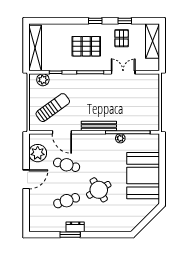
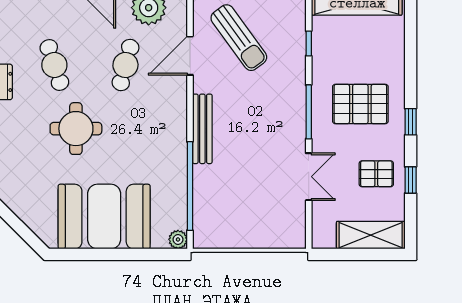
pallet: (86, 46) -> (360, 104), turned 90
plant: (43, 80) -> (294, 18), removed
plant: (120, 138) -> (178, 239), moved
round table: (99, 190) -> (76, 129), turned 30

